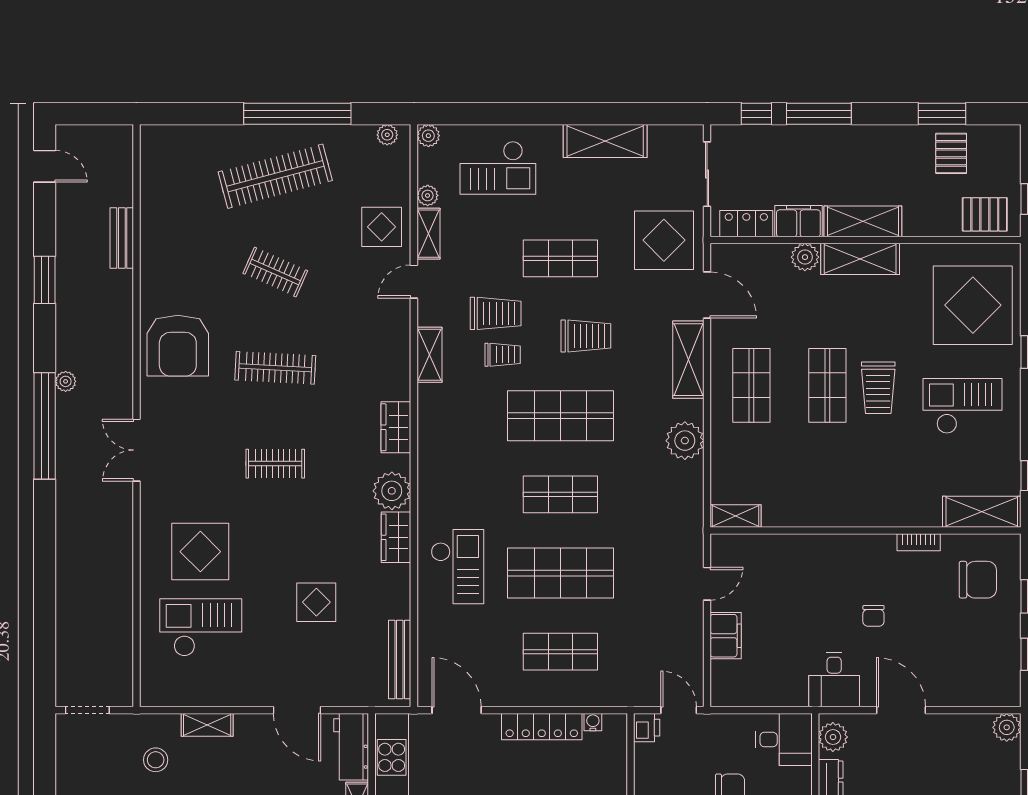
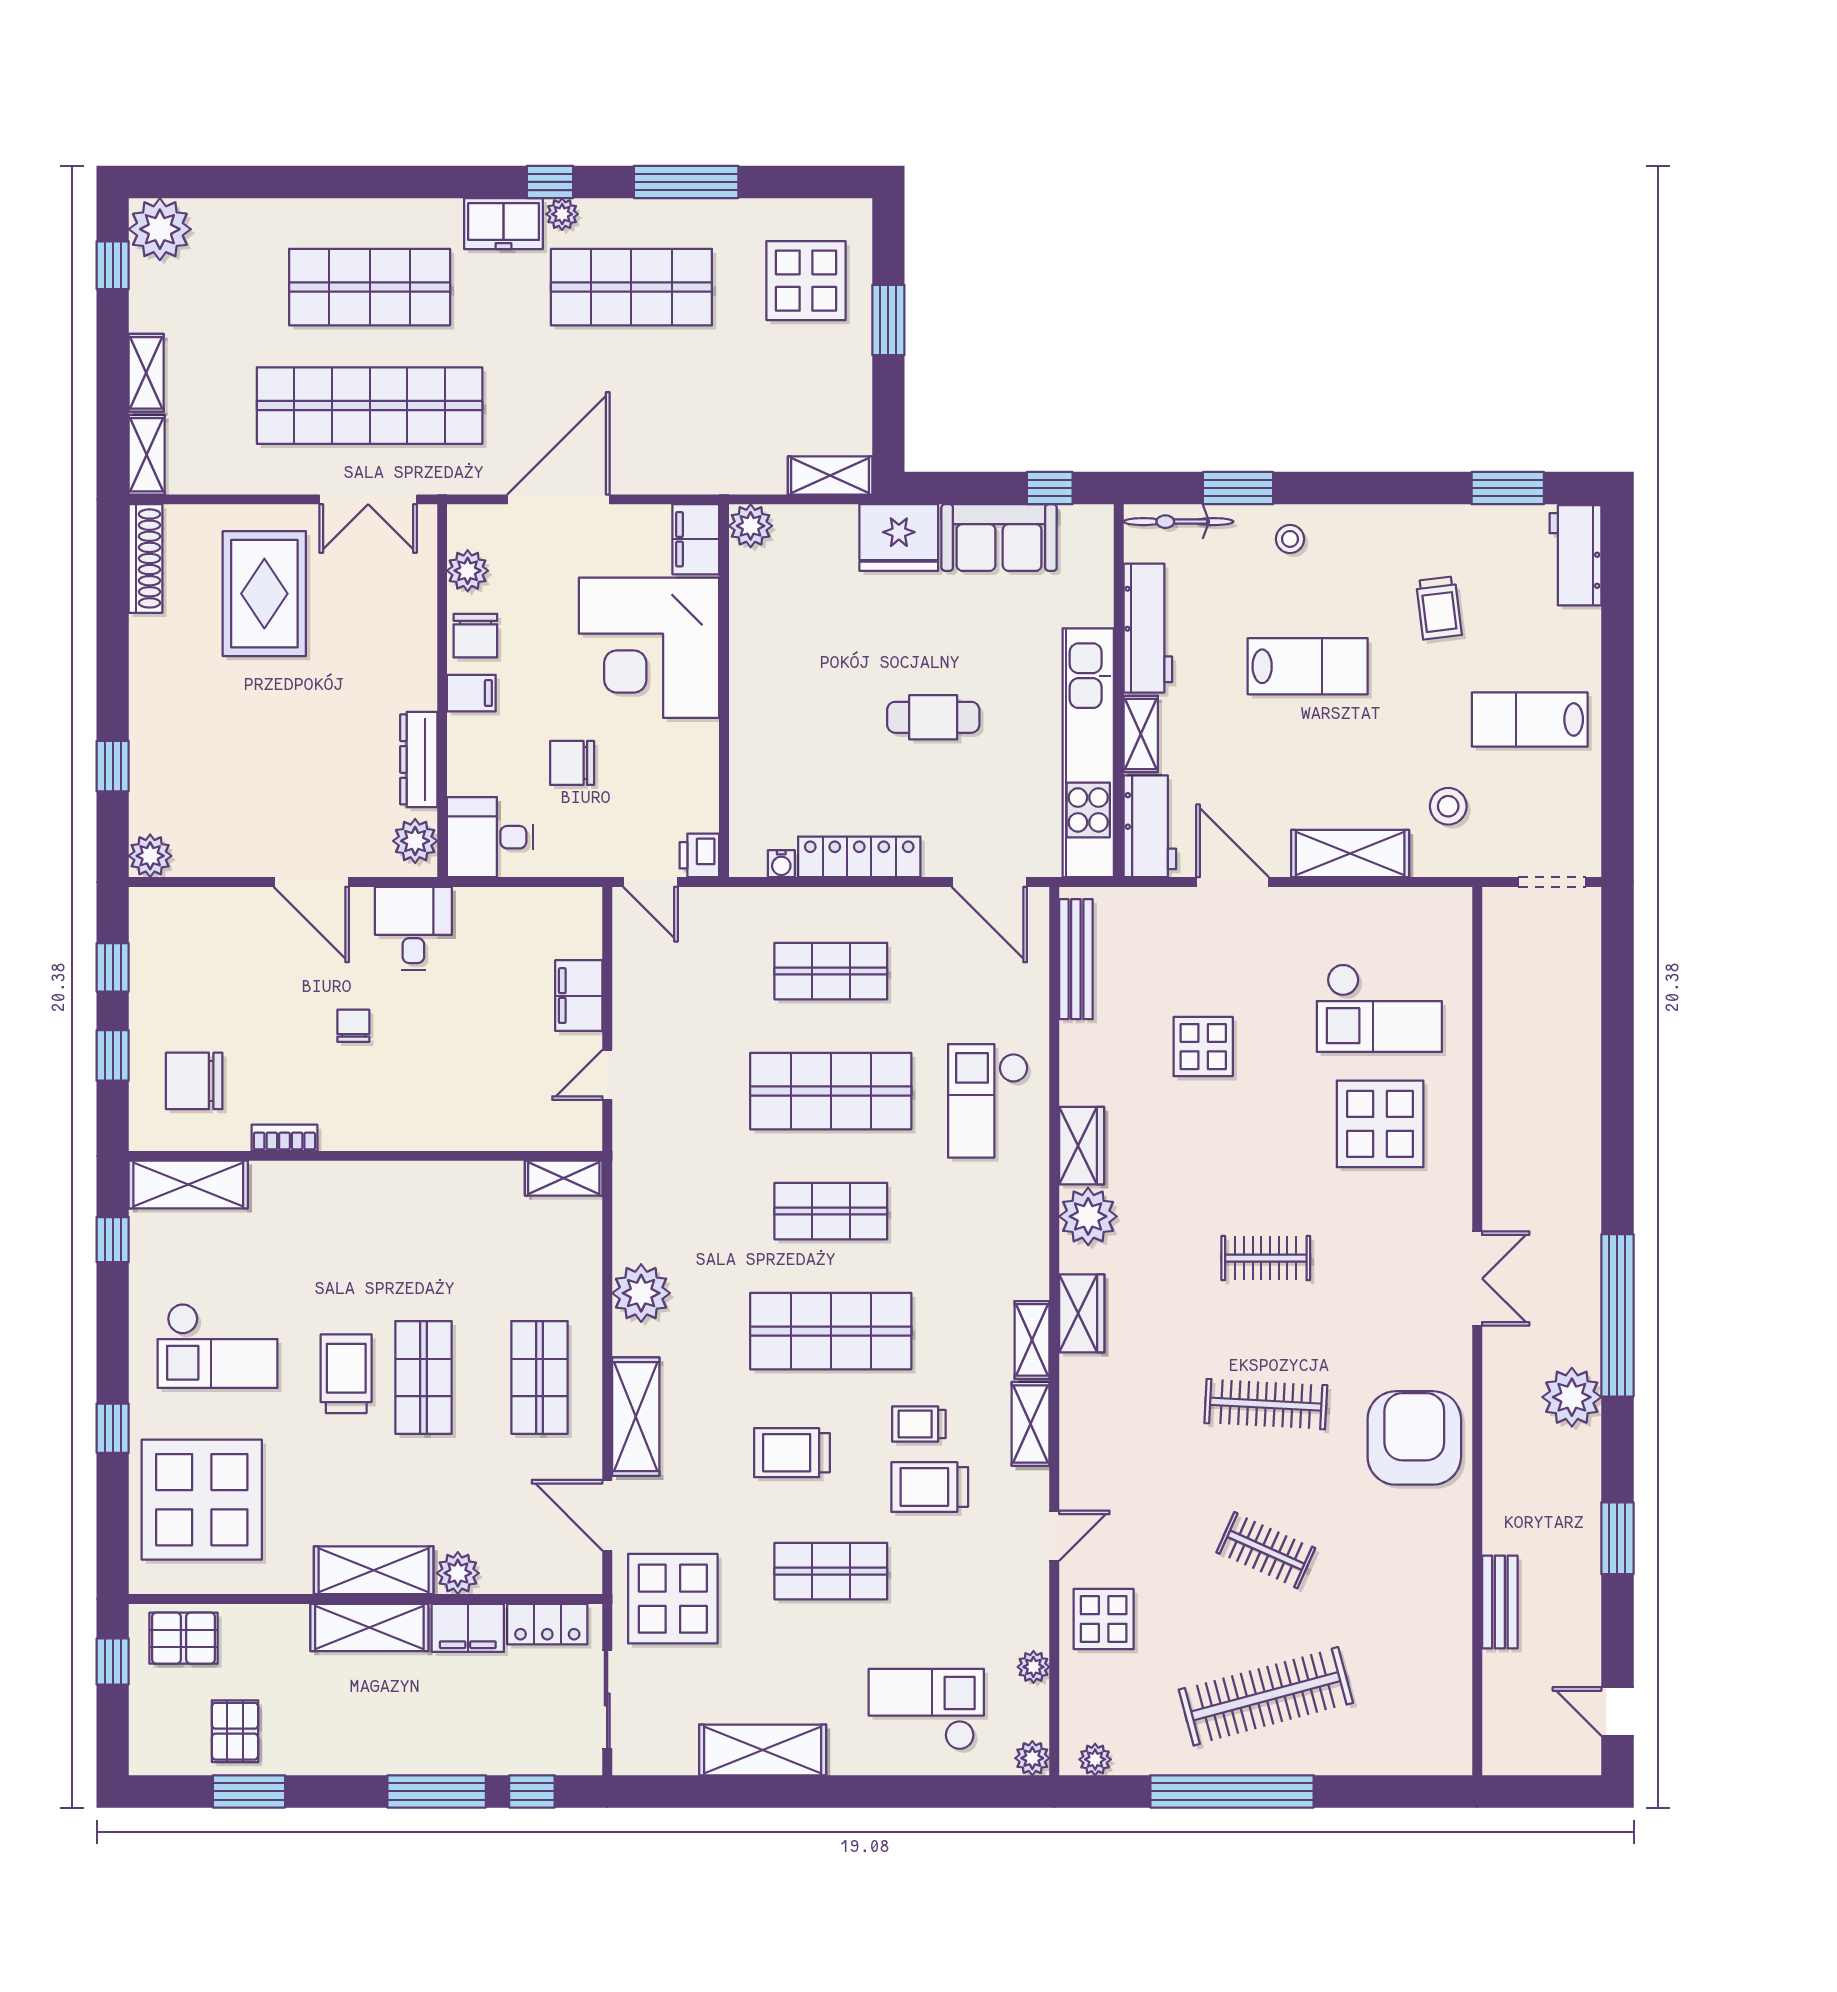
shelving: (429, 234) -> (1032, 1340), moved
plant: (66, 381) -> (1572, 1397), width x1.87, depth x1.87
shelving: (207, 725) -> (1350, 854), width x1.50, depth x1.33

